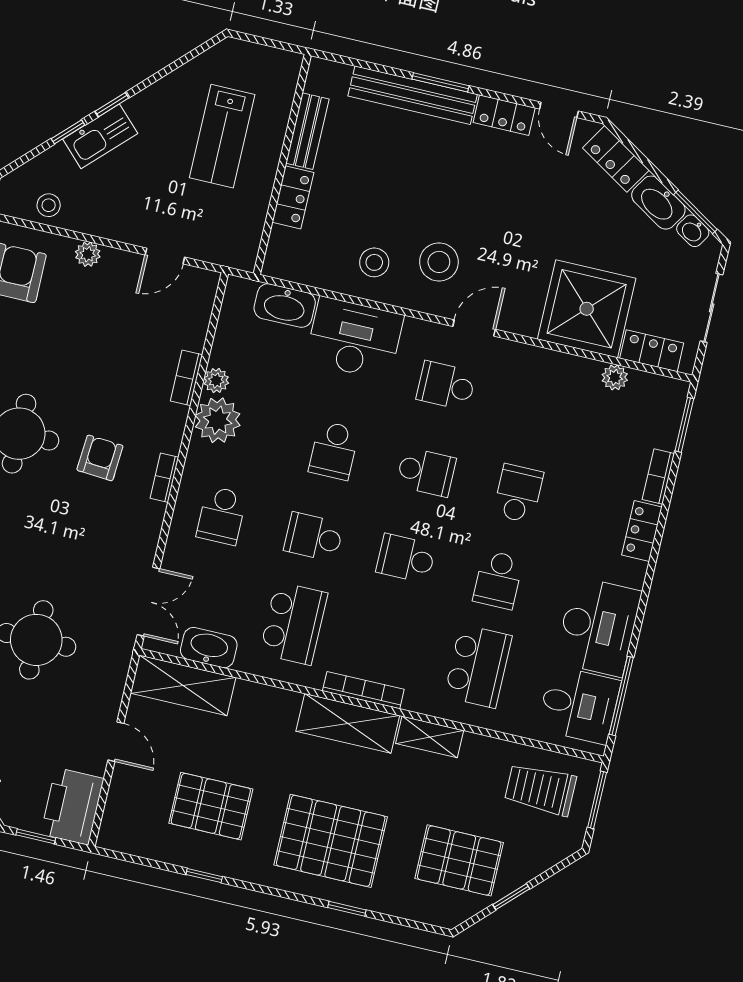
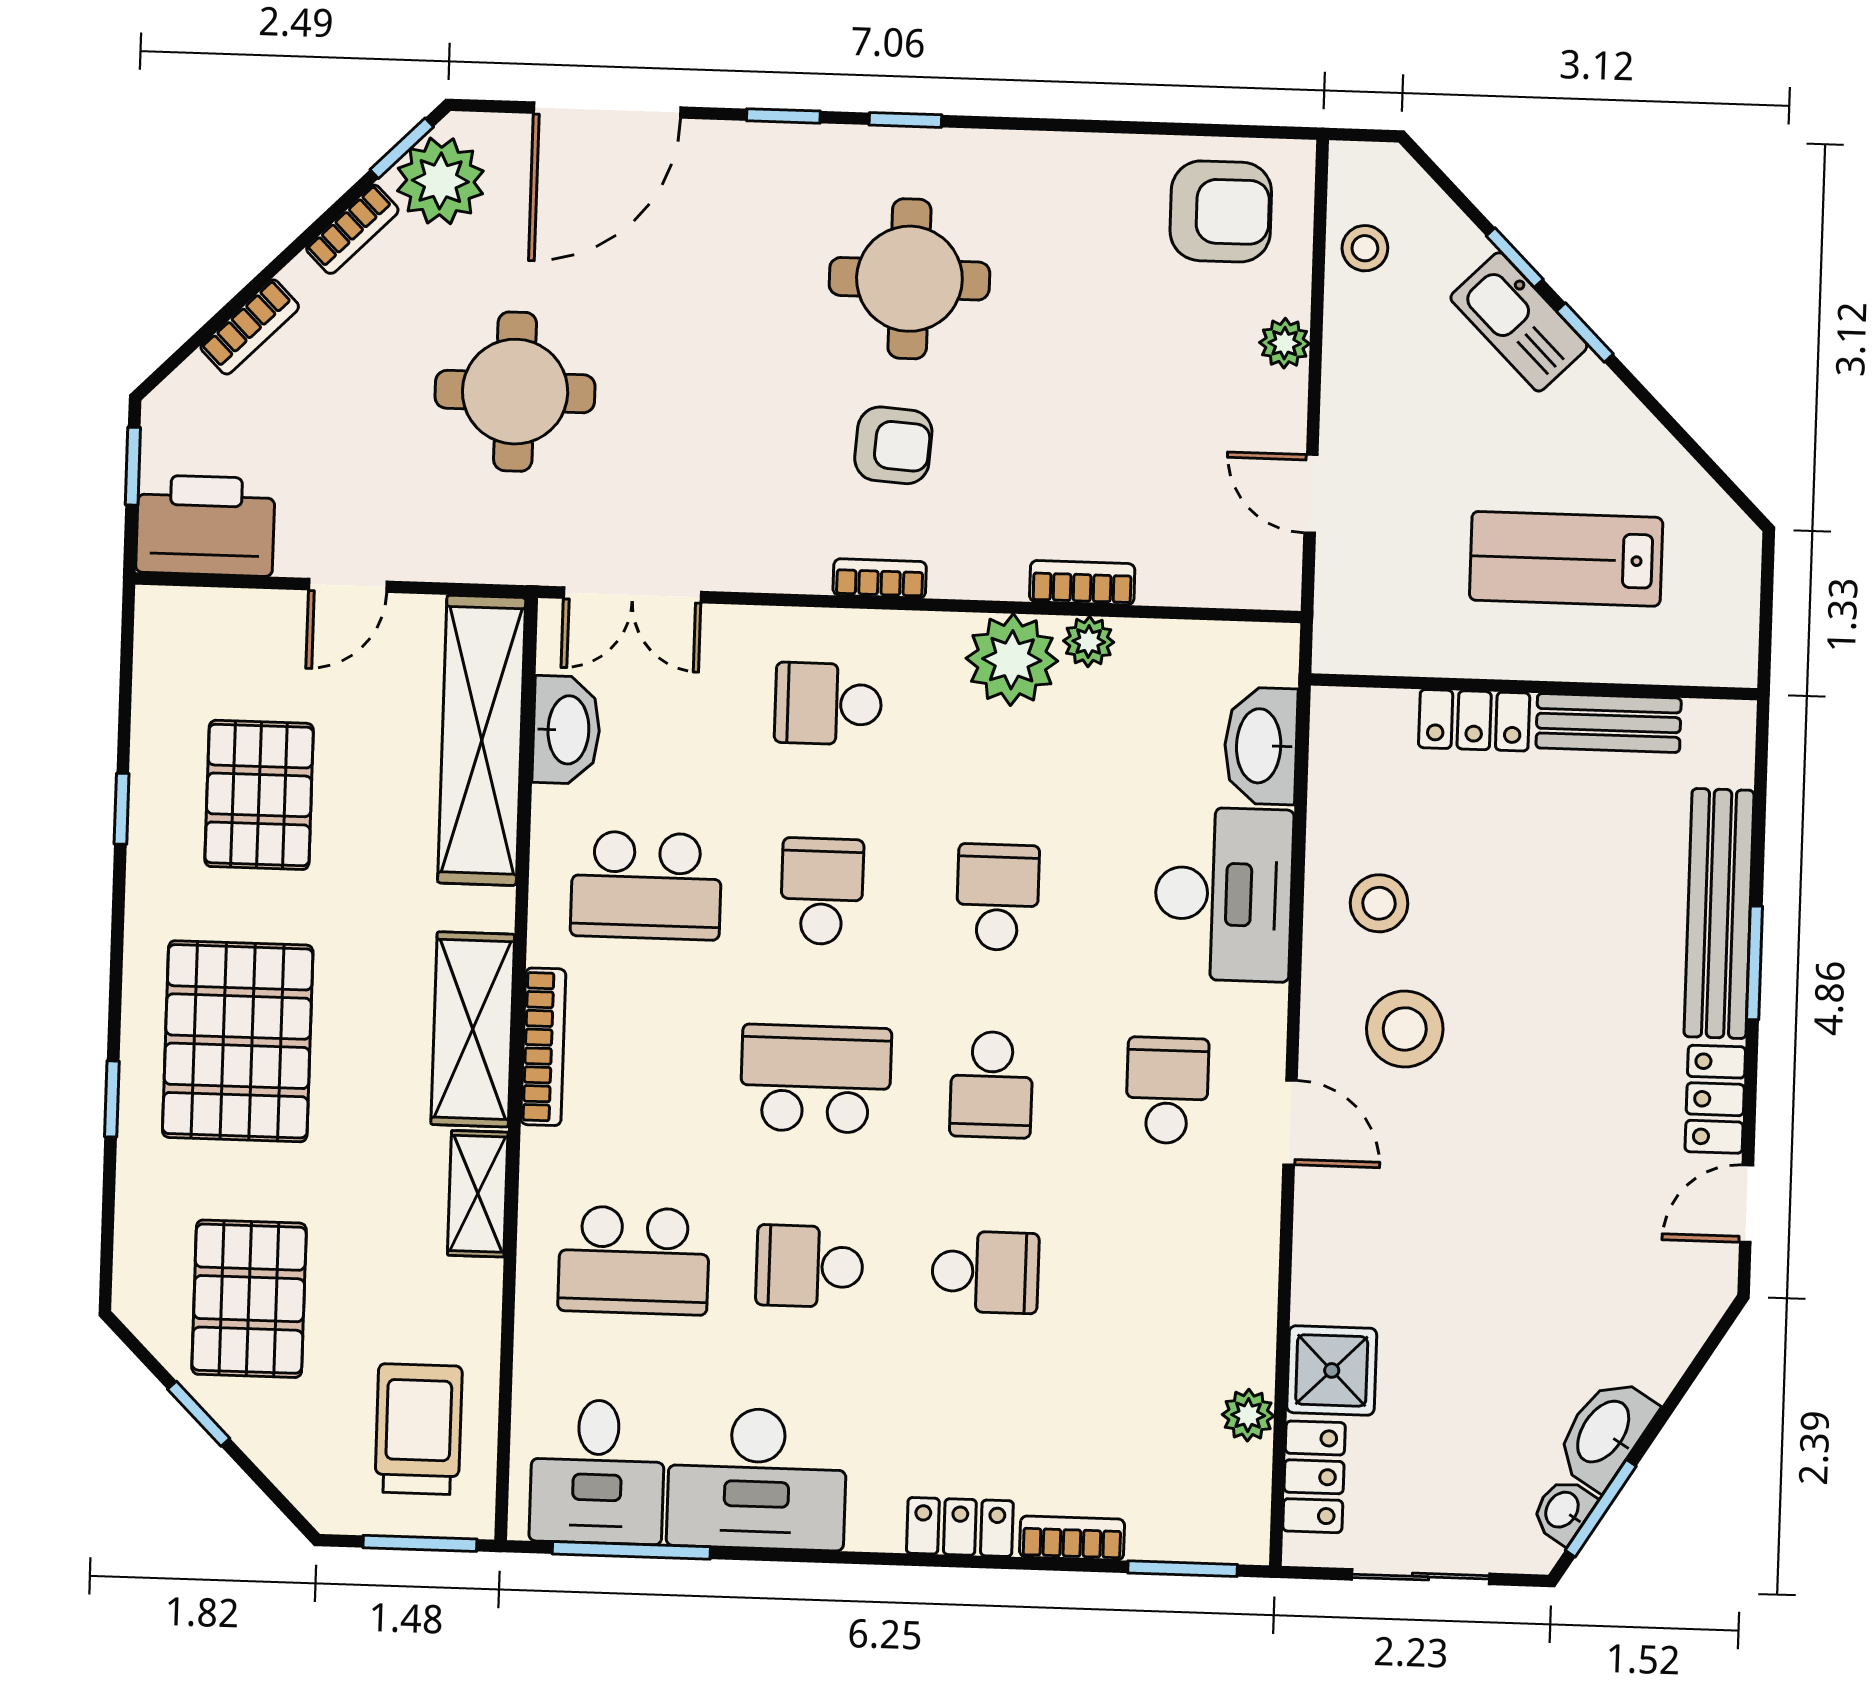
locker: (616, 159) -> (1673, 1333), removed
shower: (587, 309) -> (1332, 1370), width x0.54, depth x0.54
school desk: (334, 451) -> (998, 897), turned 90
school desk: (406, 558) -> (816, 1079), width x1.85
shelving: (183, 685) -> (482, 740), width x1.47

